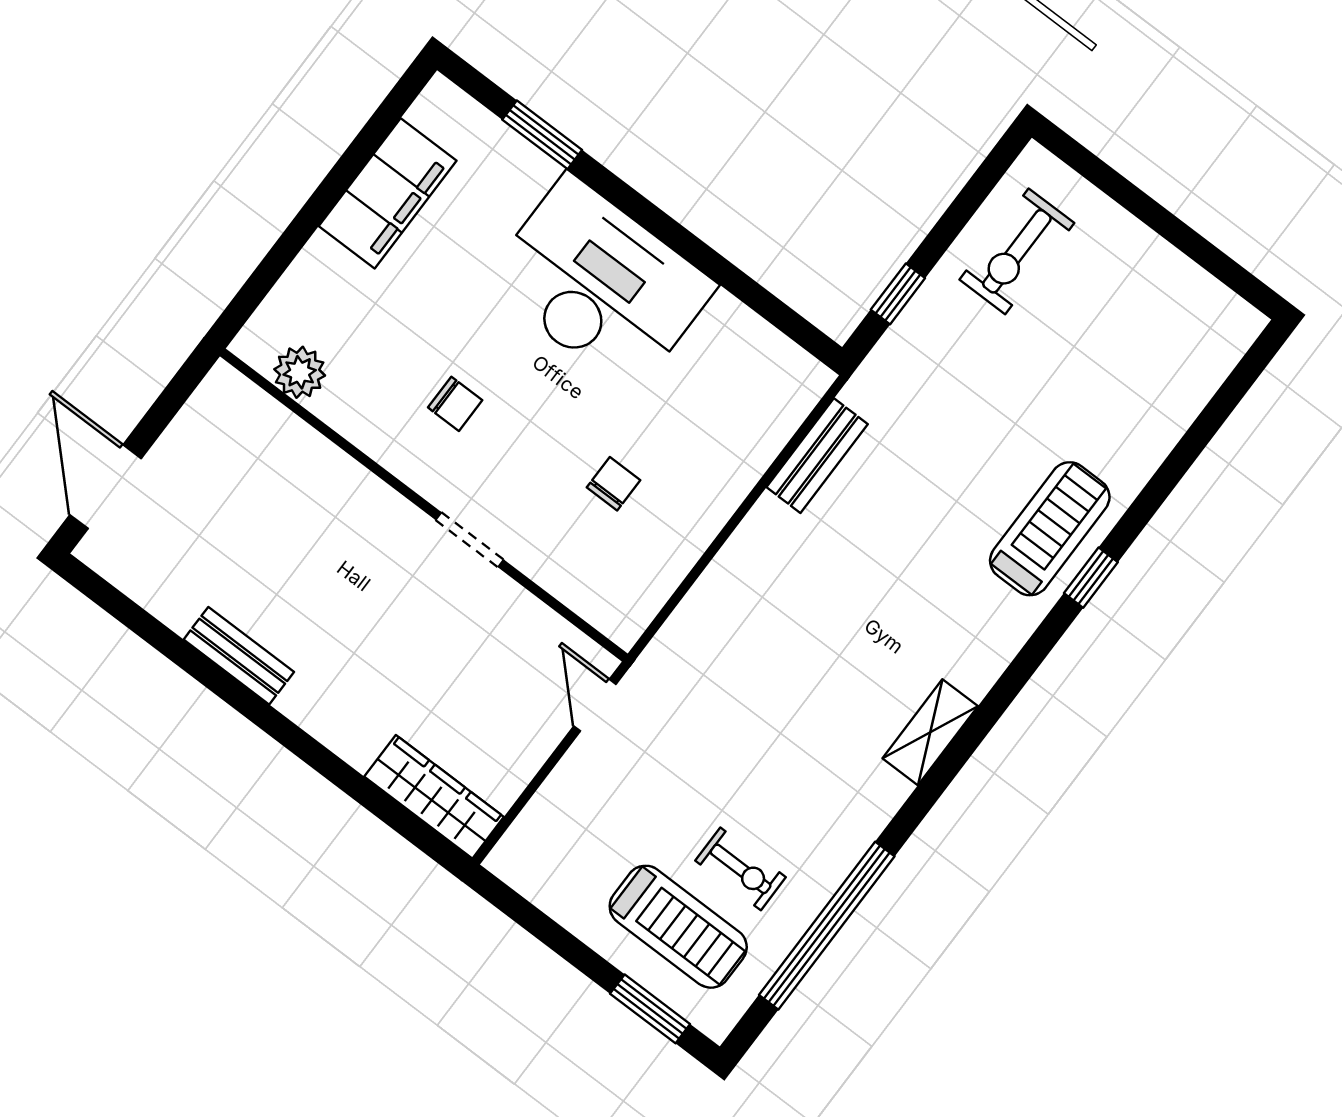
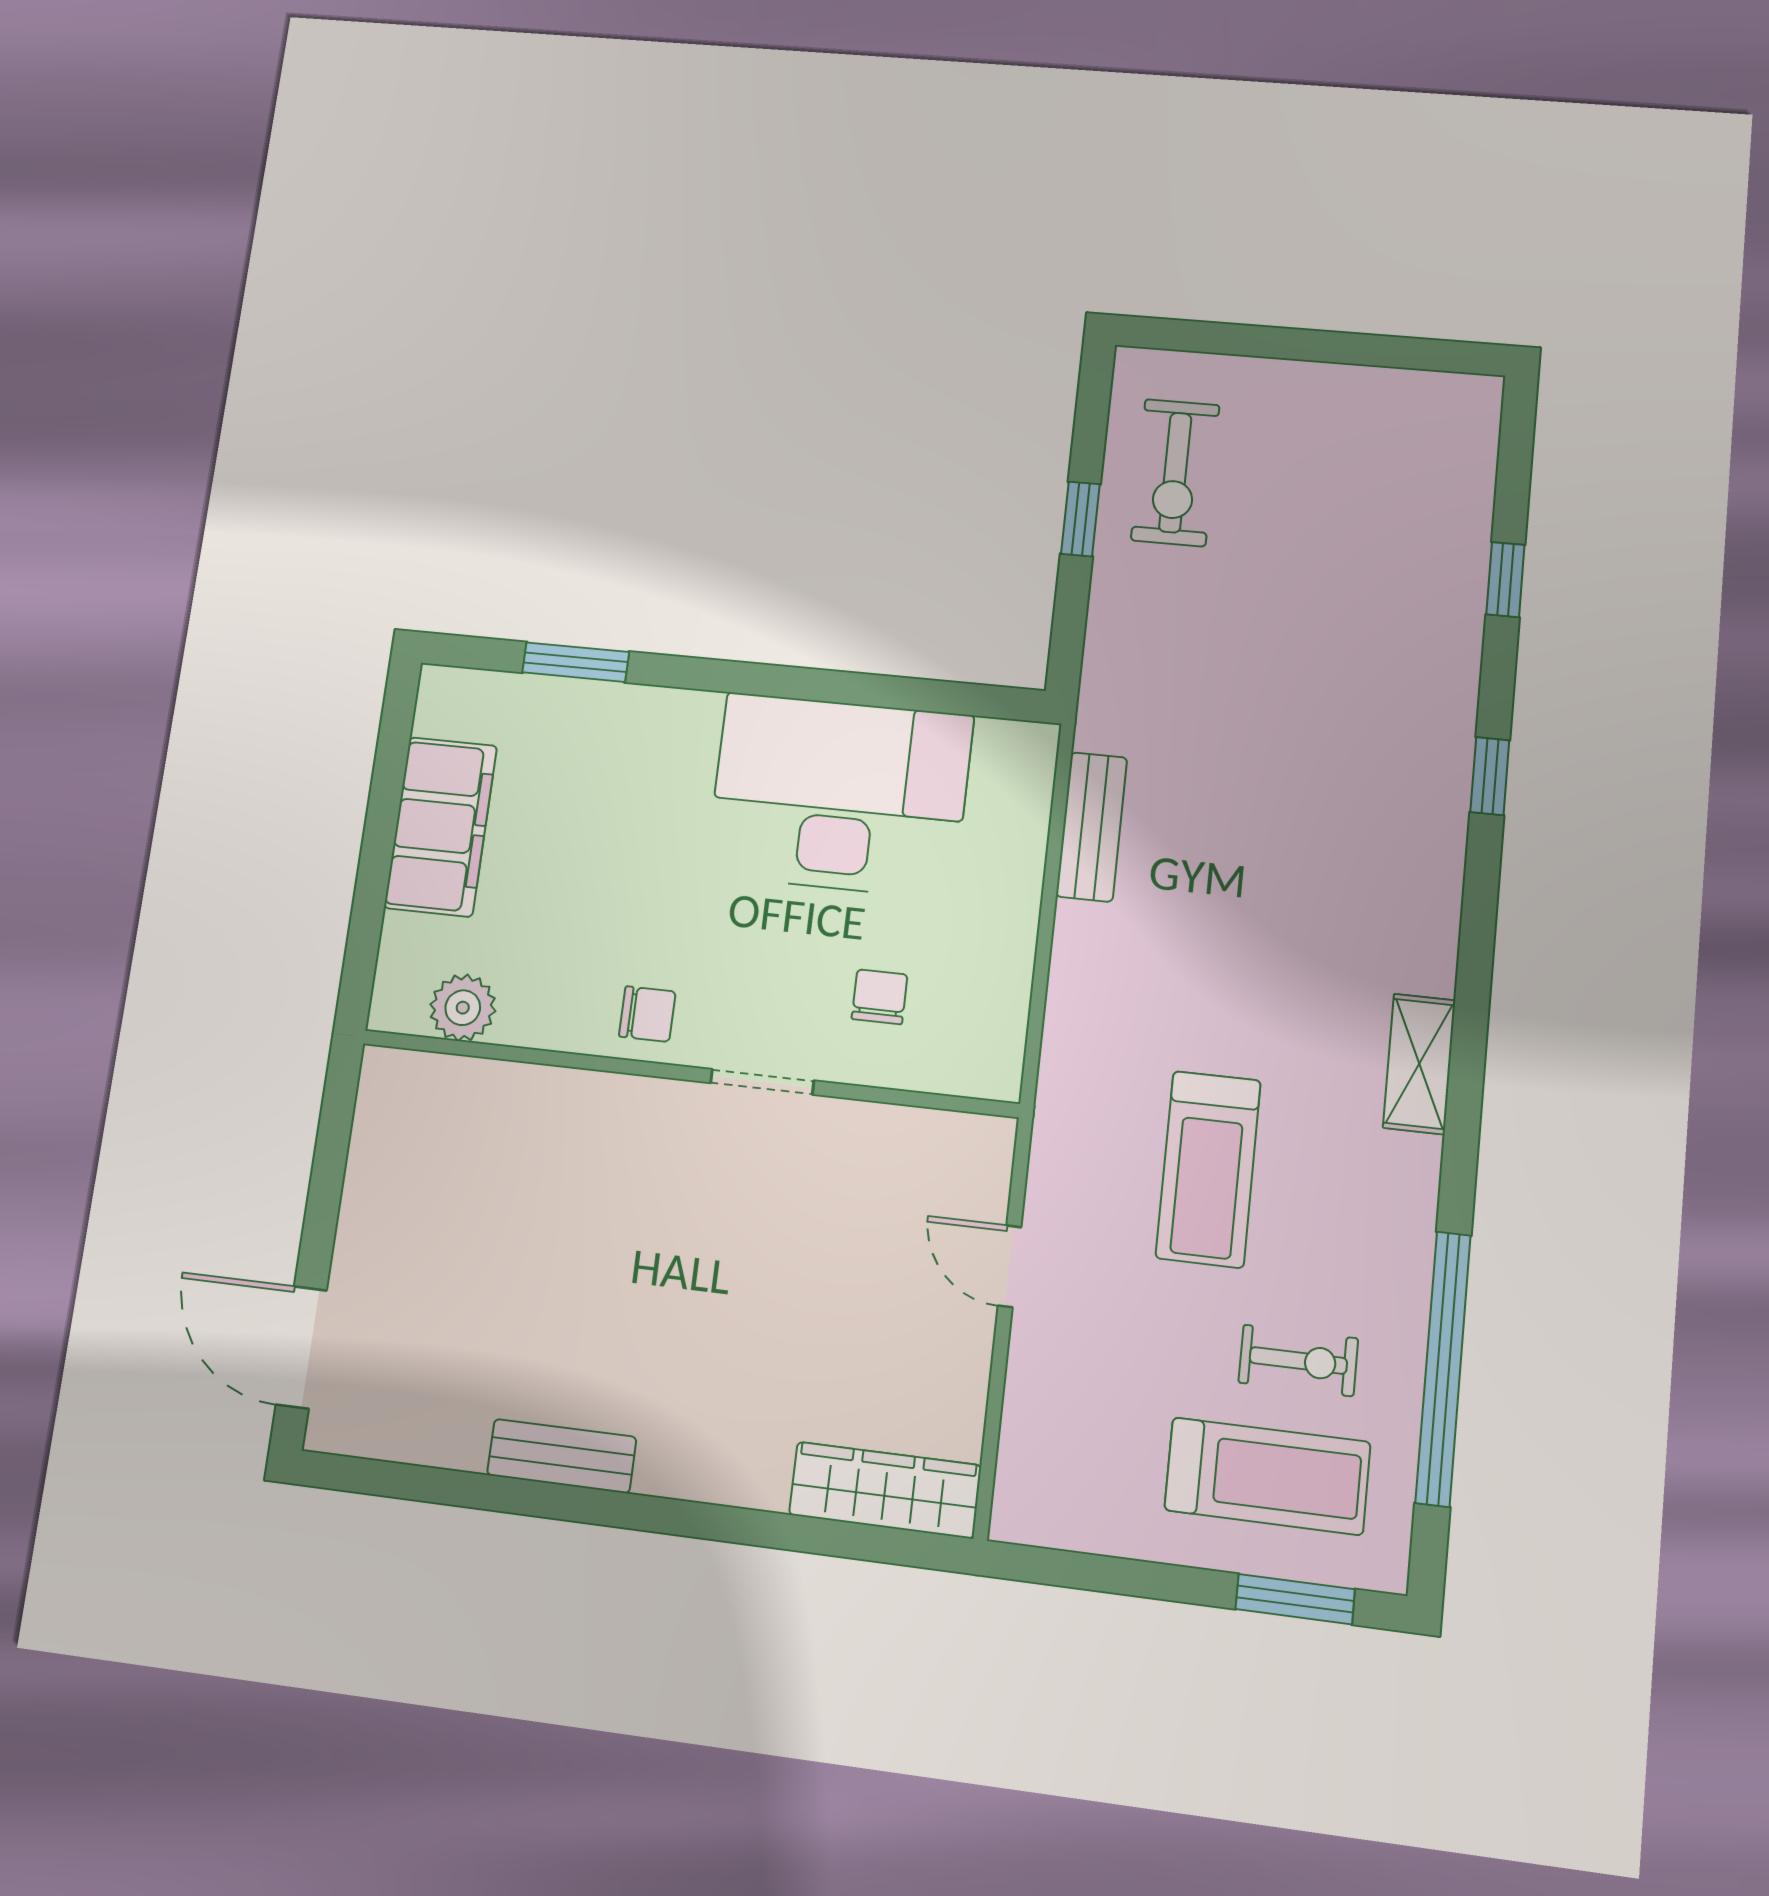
desk: (600, 284) -> (839, 795), moved
window: (898, 294) -> (1080, 519), moved
plant: (300, 372) -> (463, 1008), moved
window: (1183, 456) -> (1505, 580), added
wall: (424, 505) -> (687, 1073), moved
treadmill: (1050, 529) -> (1208, 1169), moved, turned 180
doorway: (470, 540) -> (762, 1082), moved

